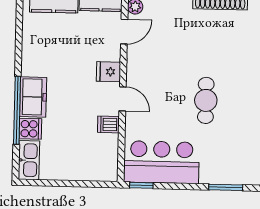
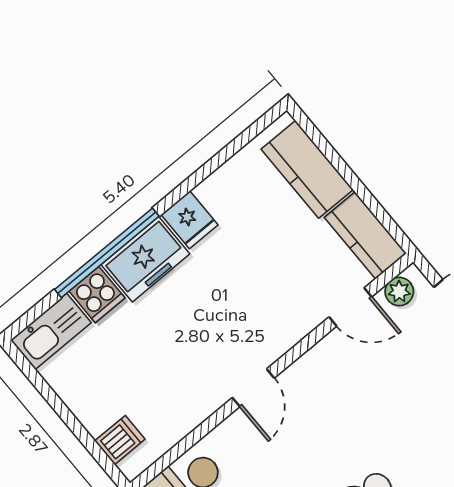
fridge: (109, 72) -> (190, 220), moved, turned 180
dishwasher: (108, 124) -> (120, 440), moved, turned 90

